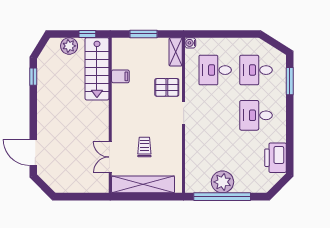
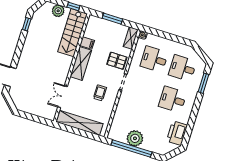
shelving: (120, 106) -> (81, 63), added
trolley: (144, 147) -> (100, 93), moved

